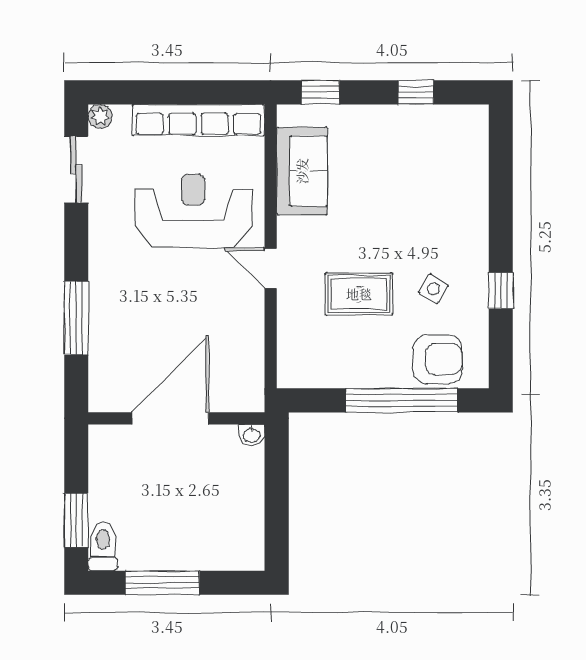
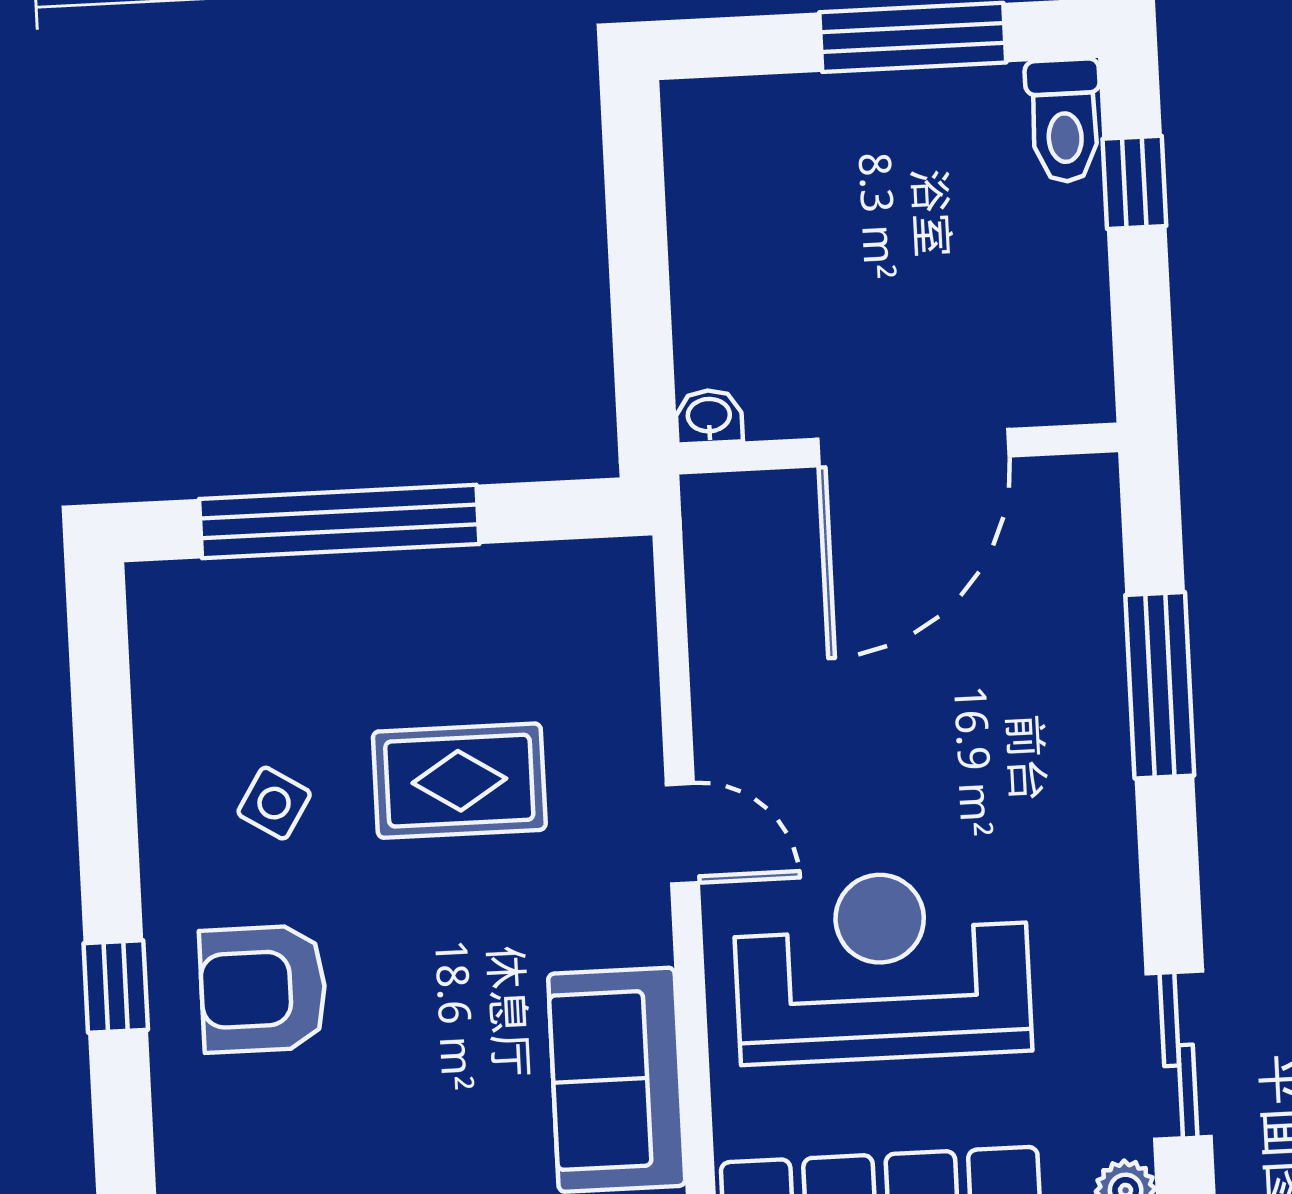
reception desk: (193, 211) -> (882, 966), turned 180
window: (501, 291) -> (116, 987), moved
armchair: (438, 359) -> (263, 989), moved
window: (76, 520) -> (1134, 182), width x0.67

